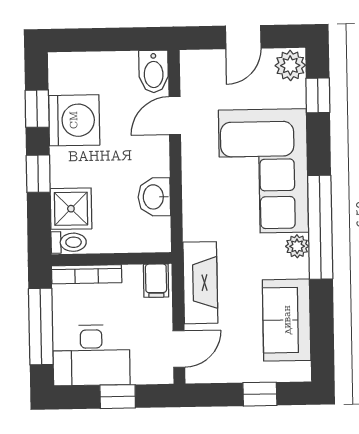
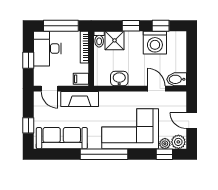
plant: (297, 246) -> (165, 144), moved
sofa: (287, 320) -> (62, 138), width x1.36

